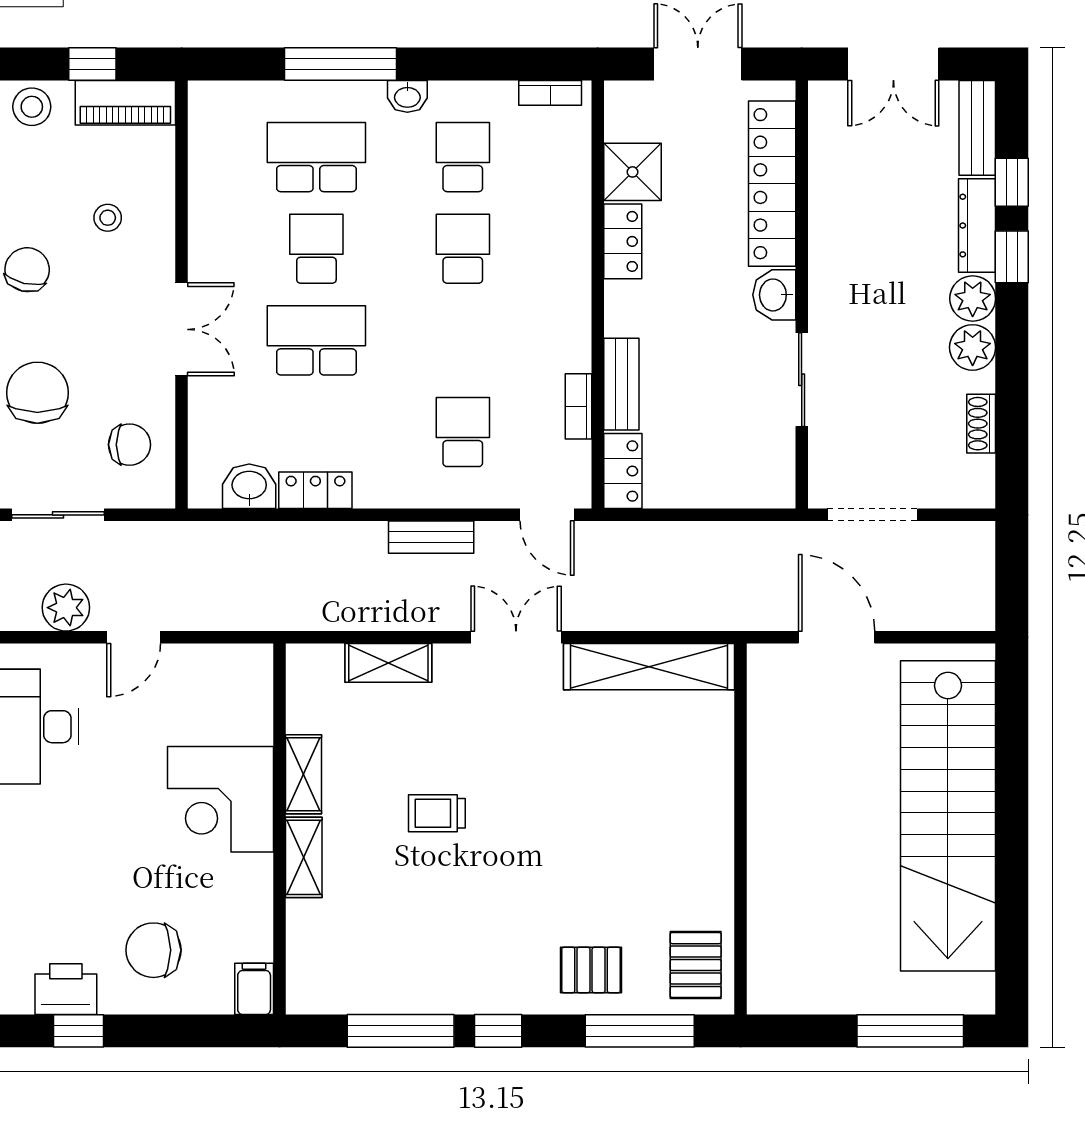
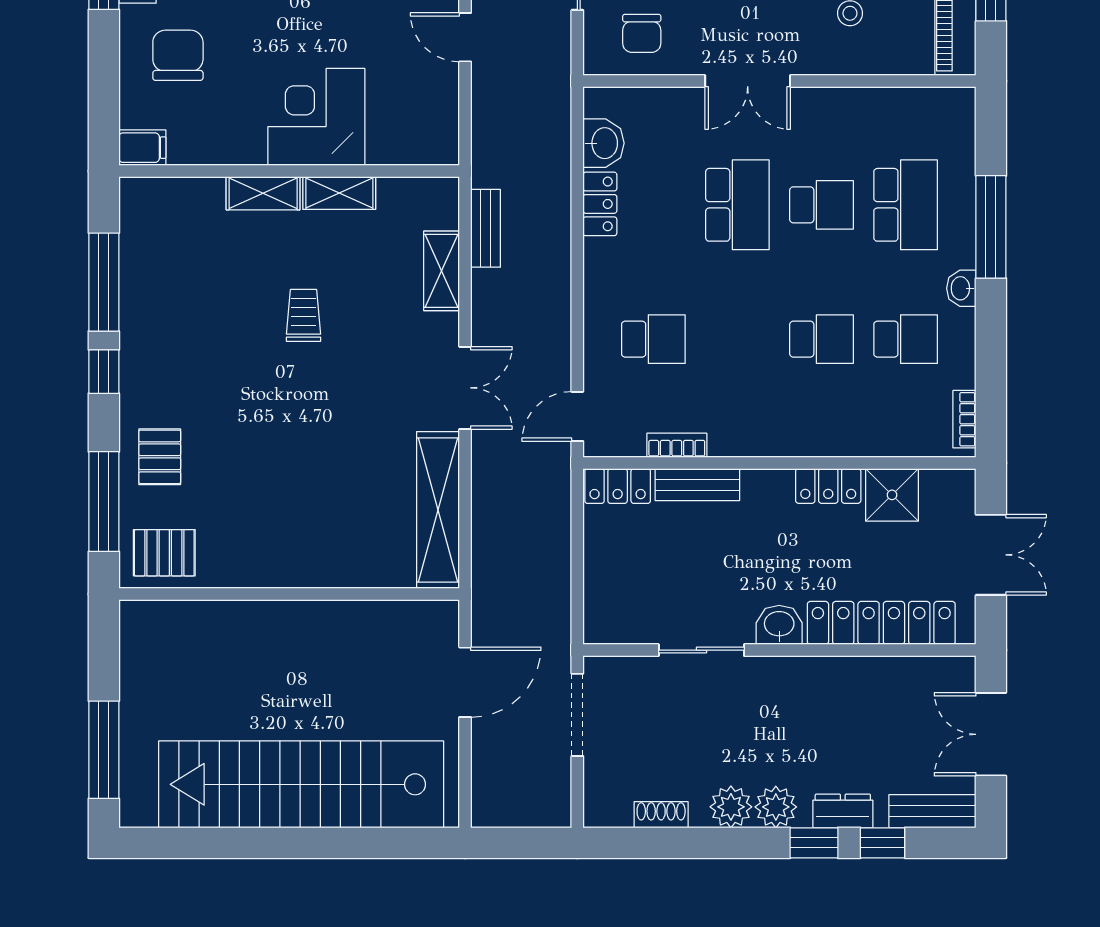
dresser: (977, 226) -> (843, 811), width x0.70
bench: (431, 537) -> (486, 228), moved

